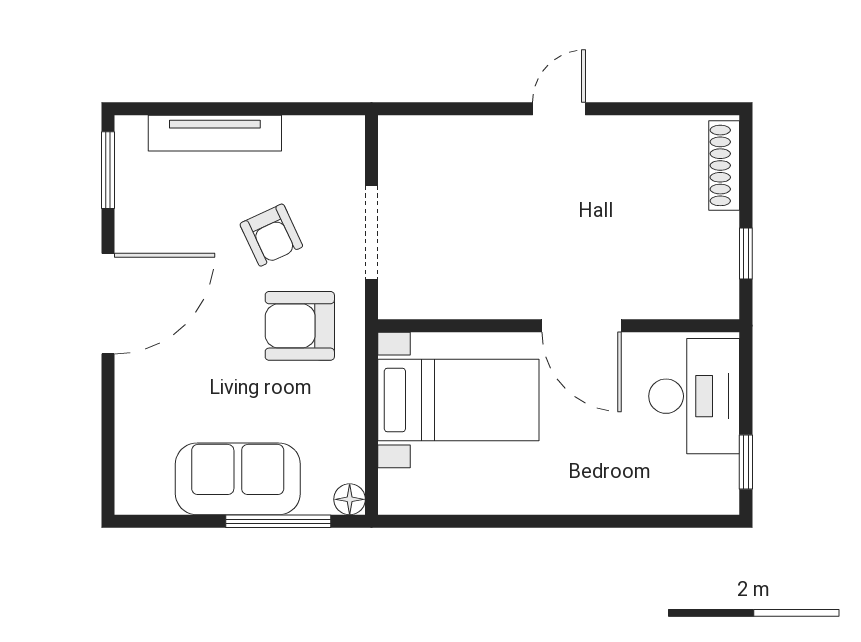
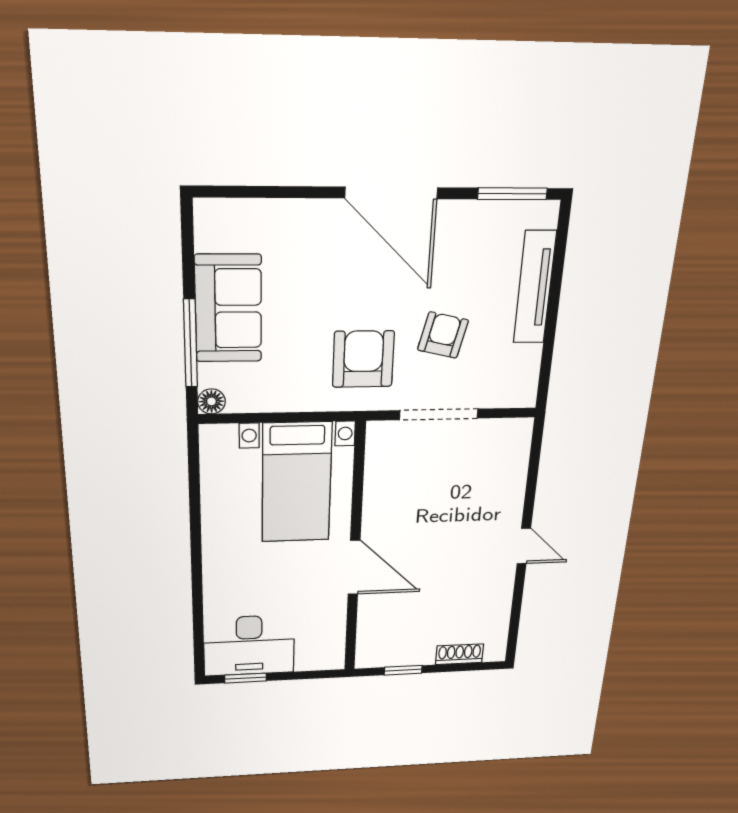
shoe rack: (724, 165) -> (459, 654), width x0.70
armchair: (271, 235) -> (443, 335), turned 128
door: (582, 326) -> (354, 567), swing flipped
desk: (694, 396) -> (249, 646), moved

